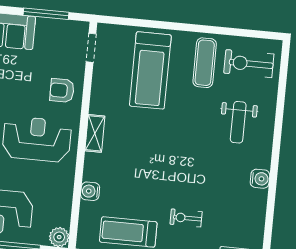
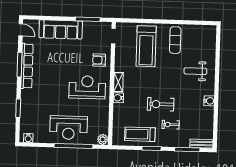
exercise bike: (249, 64) -> (161, 104), moved
weight bench: (238, 122) -> (195, 71), turned 90
water cooler: (90, 191) -> (118, 98), moved

